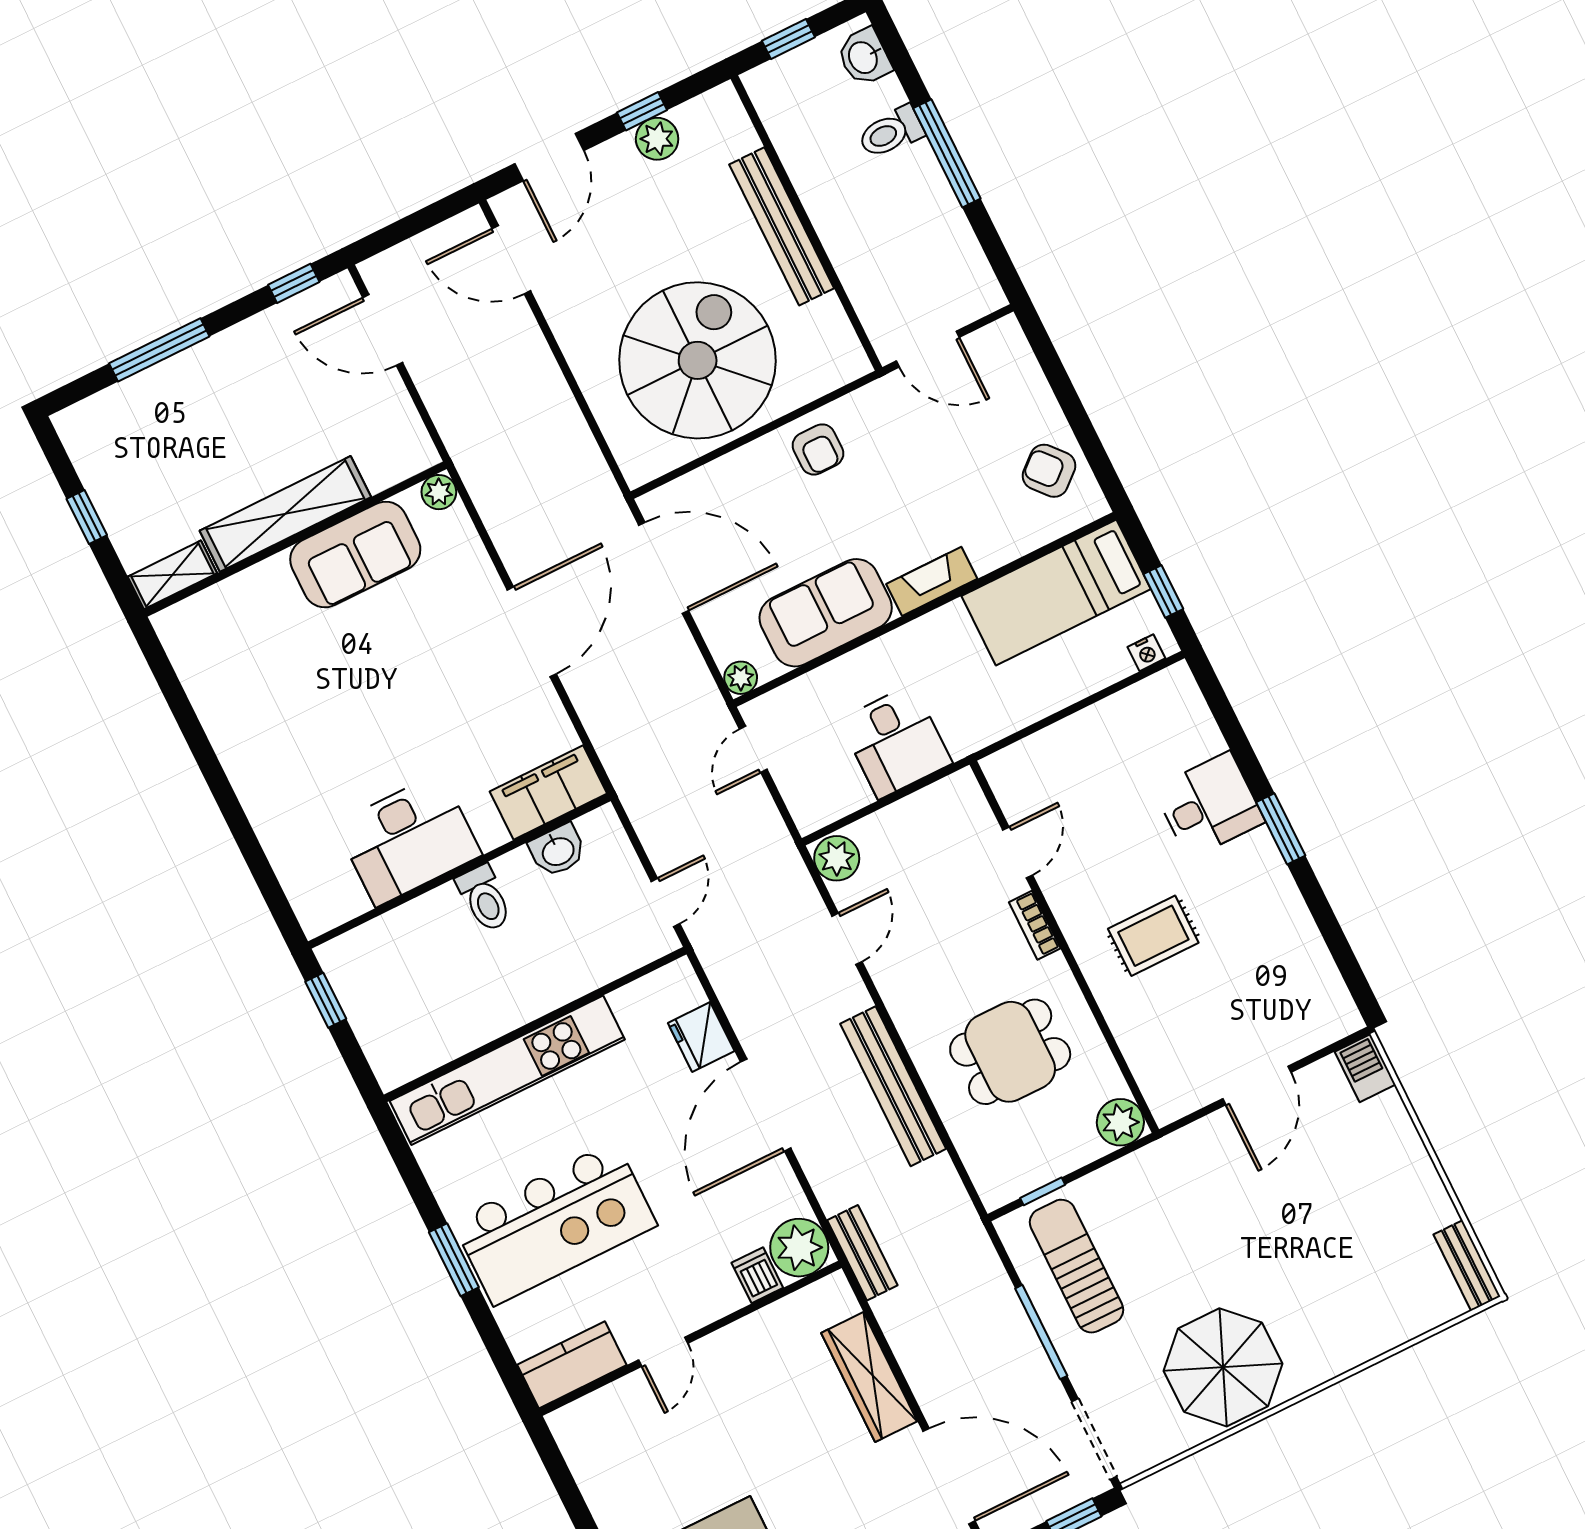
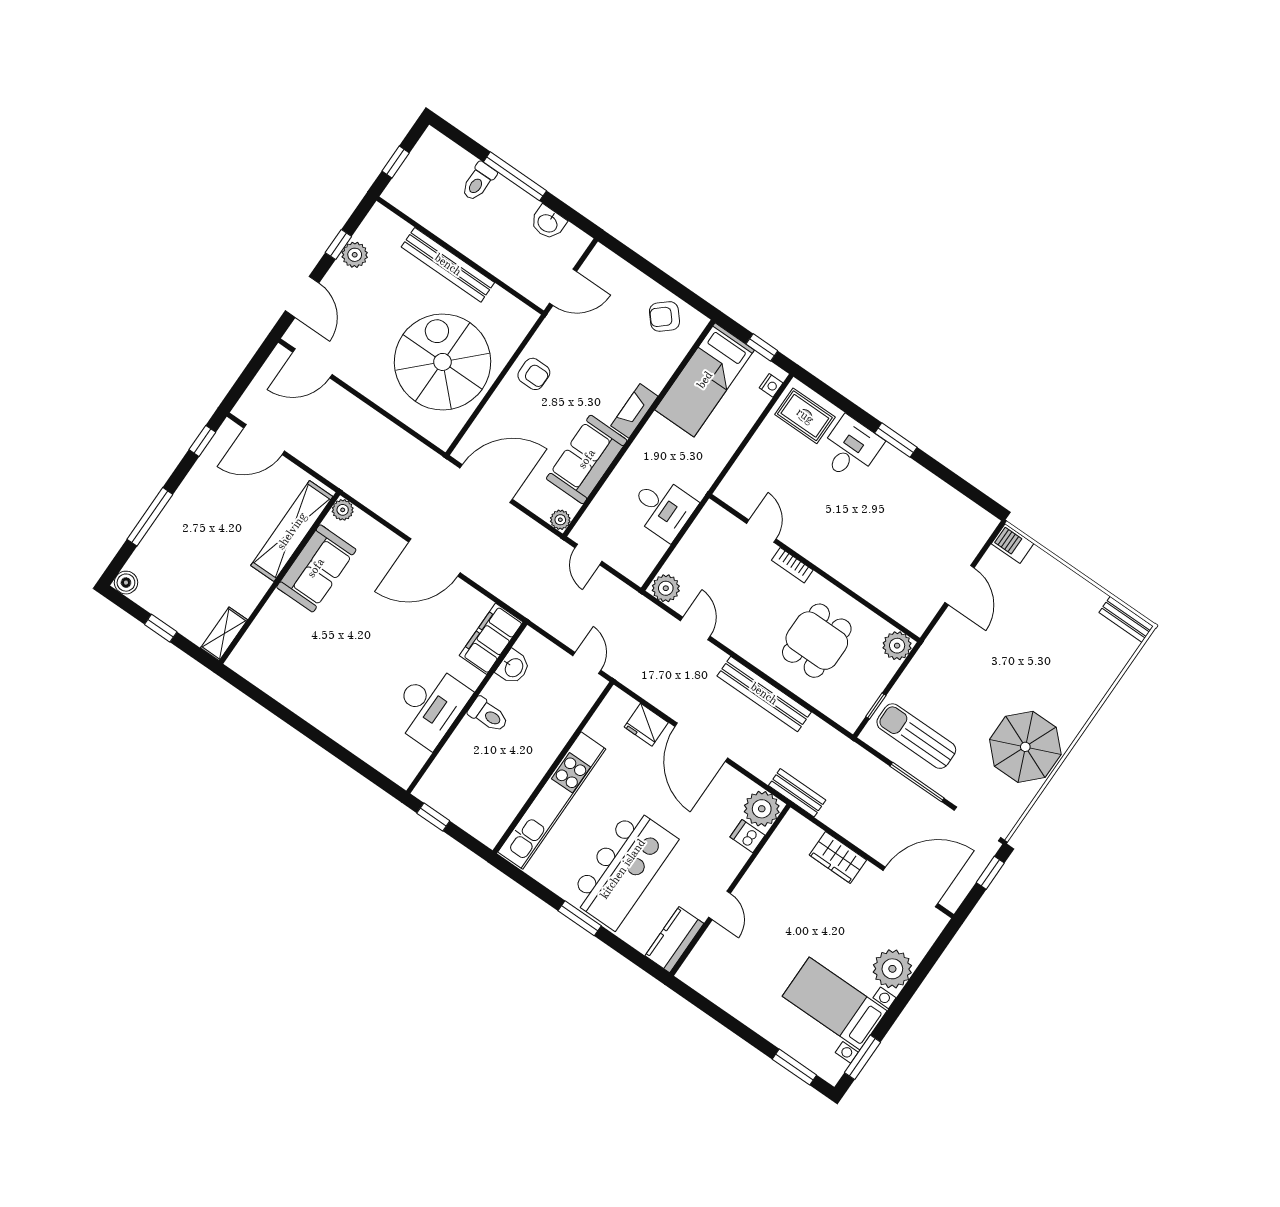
washbasin: (864, 57) -> (548, 223), moved
boiler: (73, 425) -> (126, 583), added
shelving: (285, 514) -> (292, 531), moved
door: (532, 632) -> (434, 557), swing flipped
rug: (1153, 936) -> (805, 416), moved, turned 90
wardrobe: (869, 1377) -> (838, 858), width x0.67

